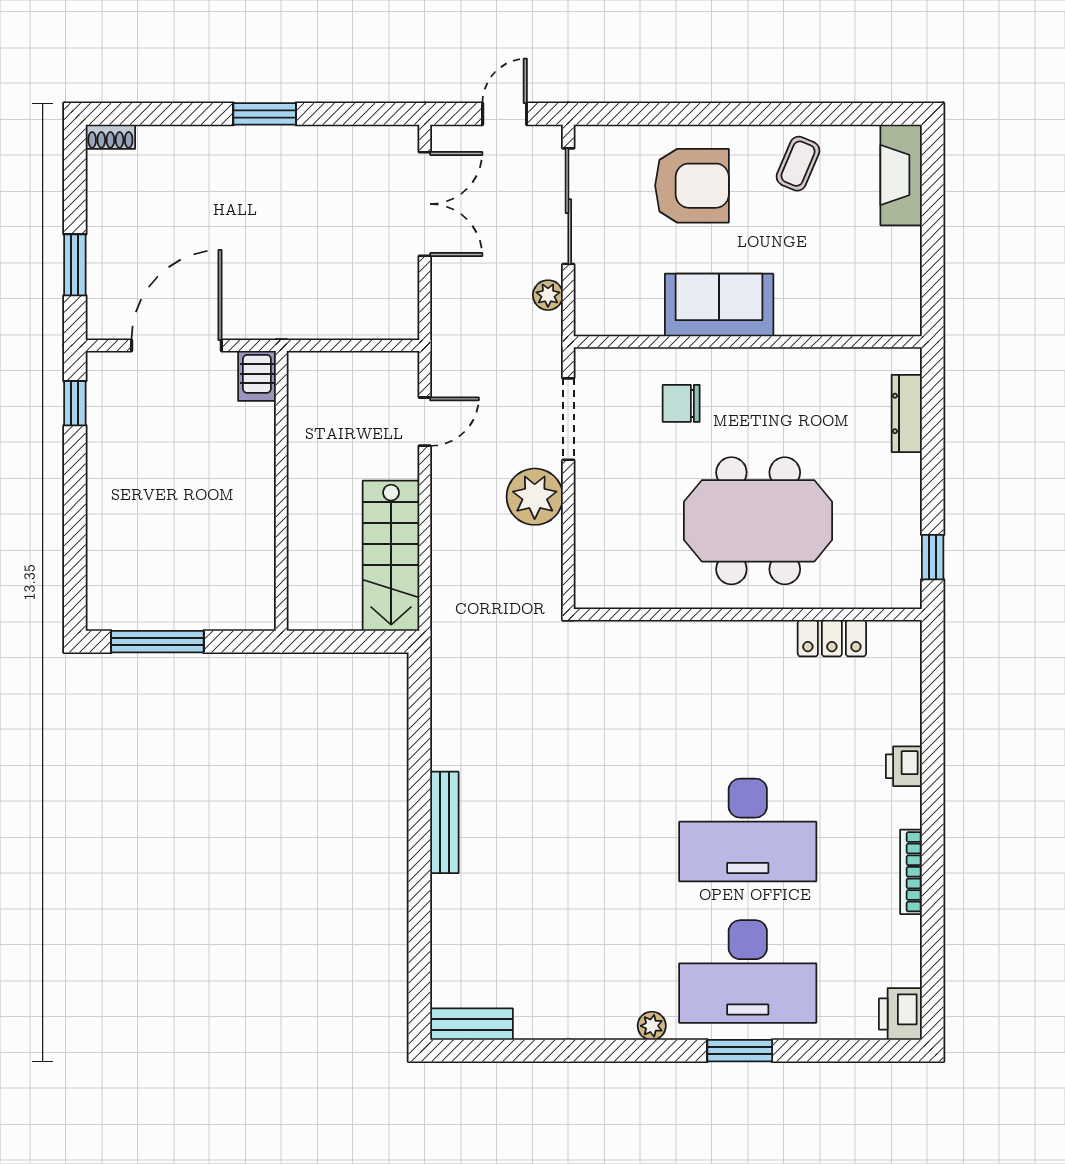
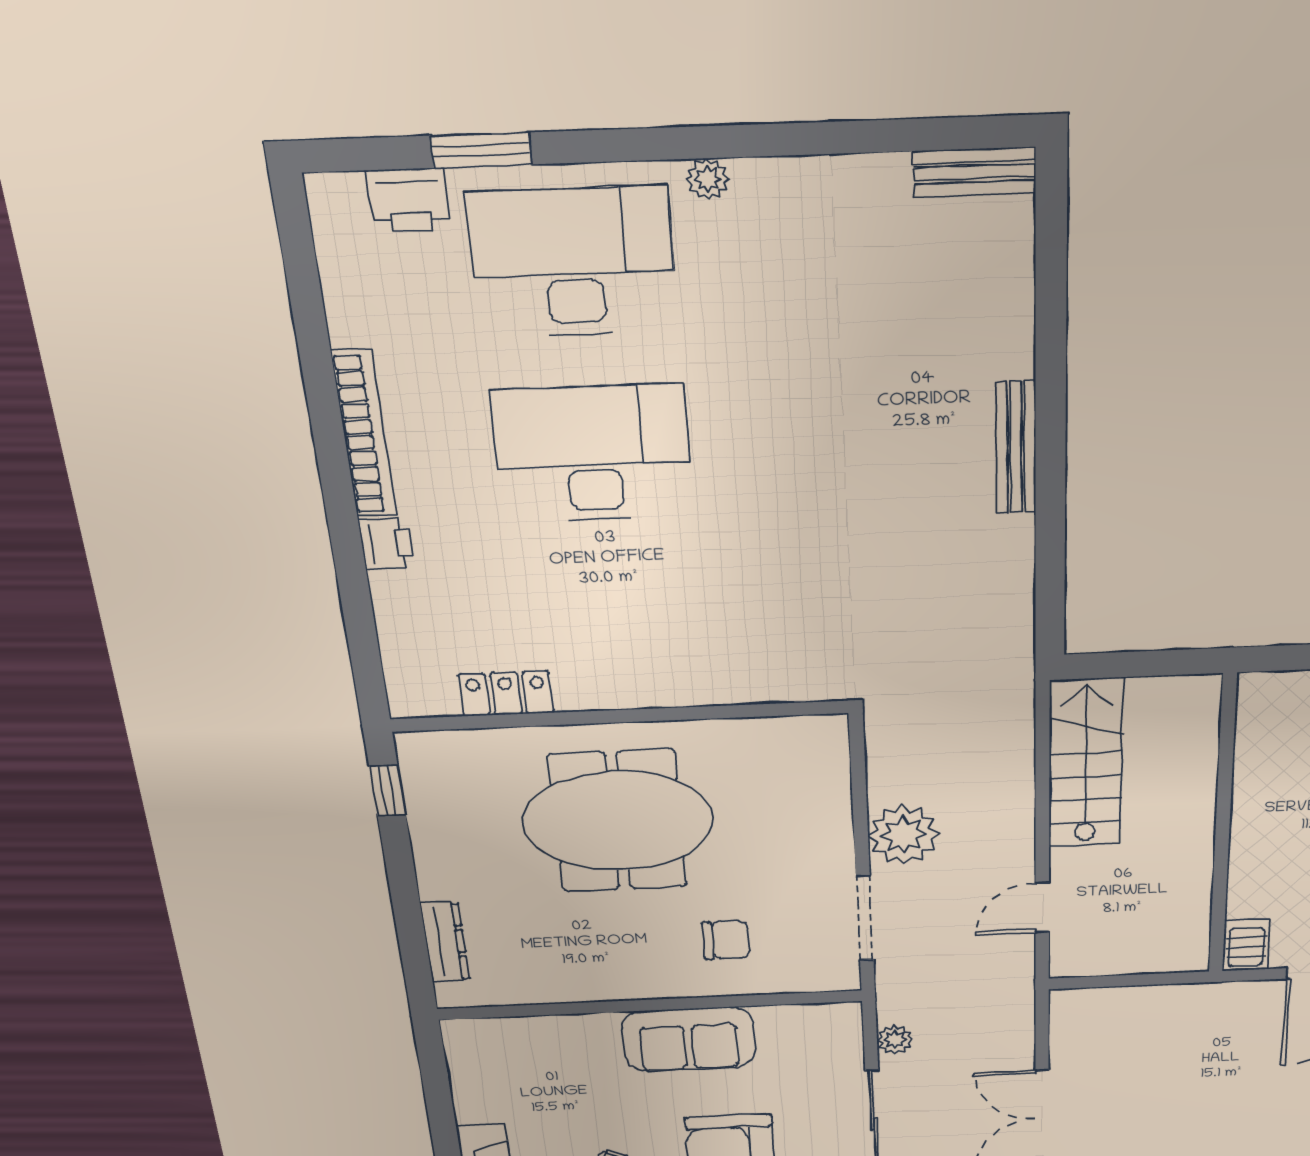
bookcase: (911, 872) -> (364, 435), width x1.48, depth x1.31
printer: (900, 1014) -> (409, 200), moved, turned 90
window: (740, 1051) -> (481, 150), moved

